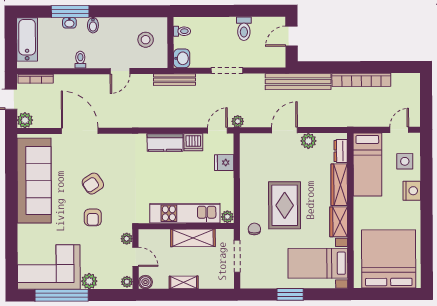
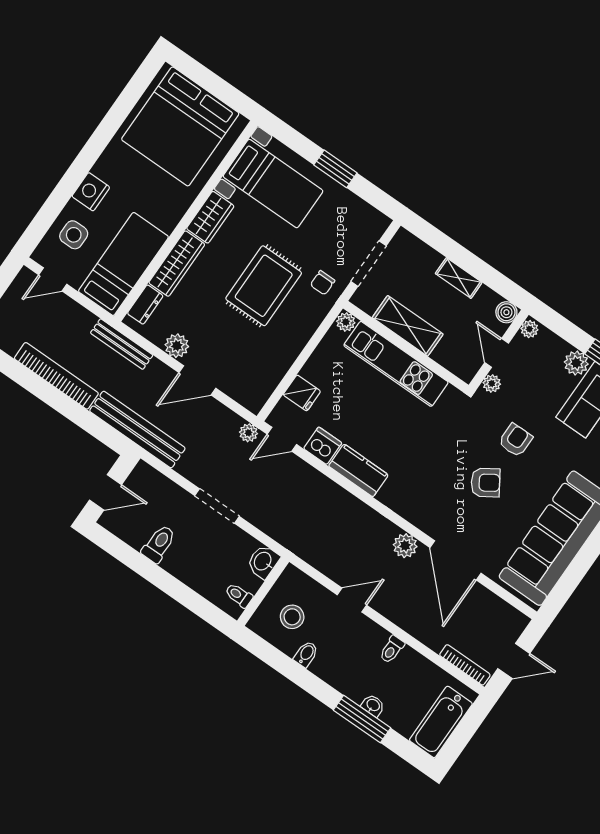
bidet: (93, 25) -> (306, 654), moved
bench: (174, 80) -> (122, 344), moved
plant: (25, 120) -> (405, 546), moved

